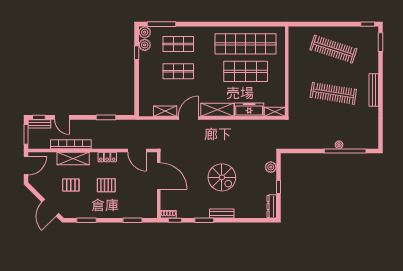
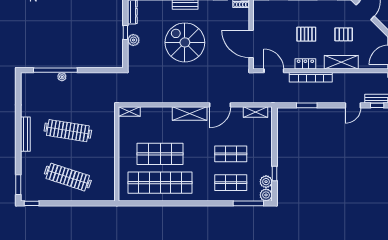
freezer: (249, 110) -> (156, 114), removed
shelving: (165, 111) -> (255, 112), moved
door: (62, 117) -> (353, 105), swing flipped
bookcase: (71, 144) -> (311, 77), moved
plant: (271, 167) -> (133, 40), moved
spiral stairs: (222, 177) -> (185, 42), width x1.37, depth x1.37

